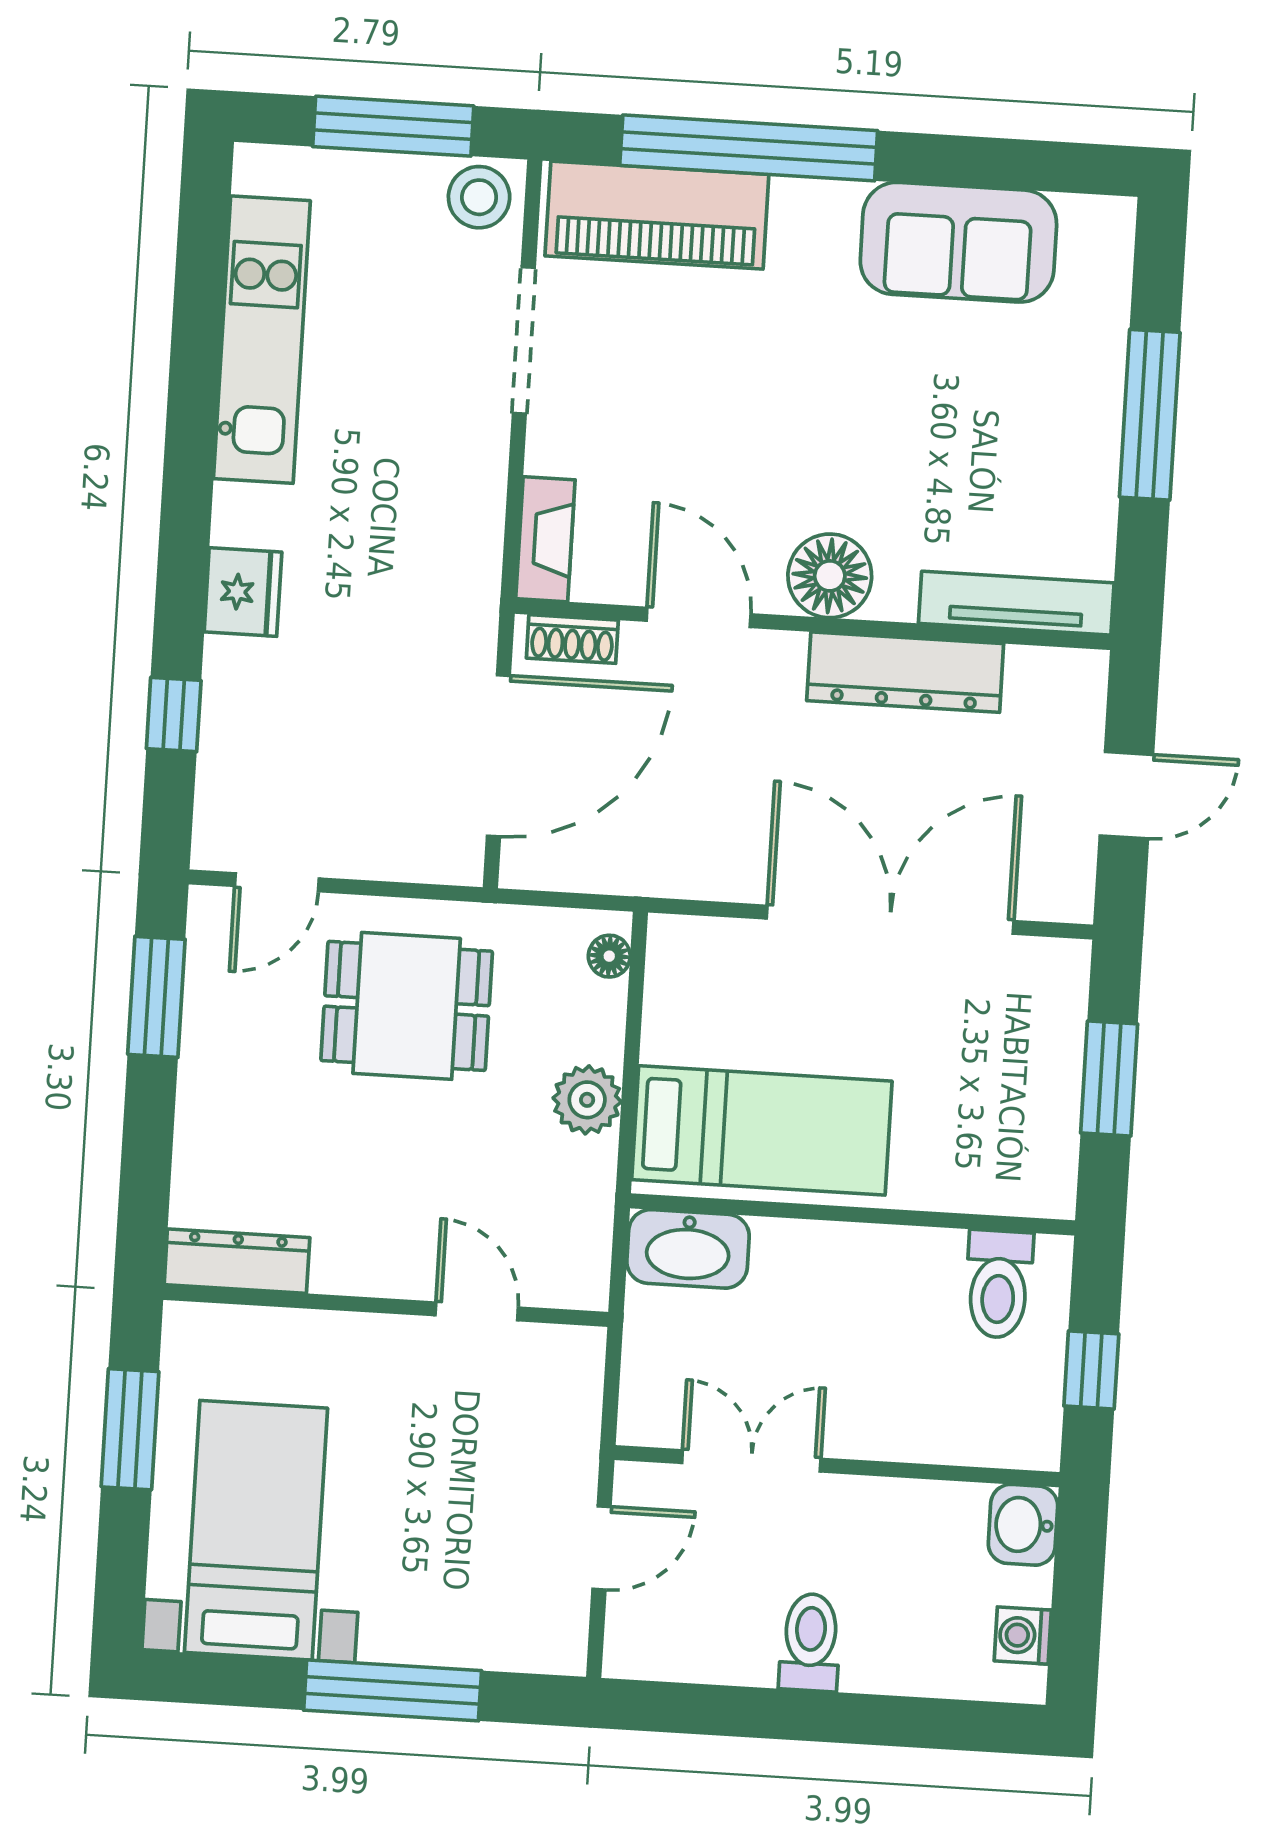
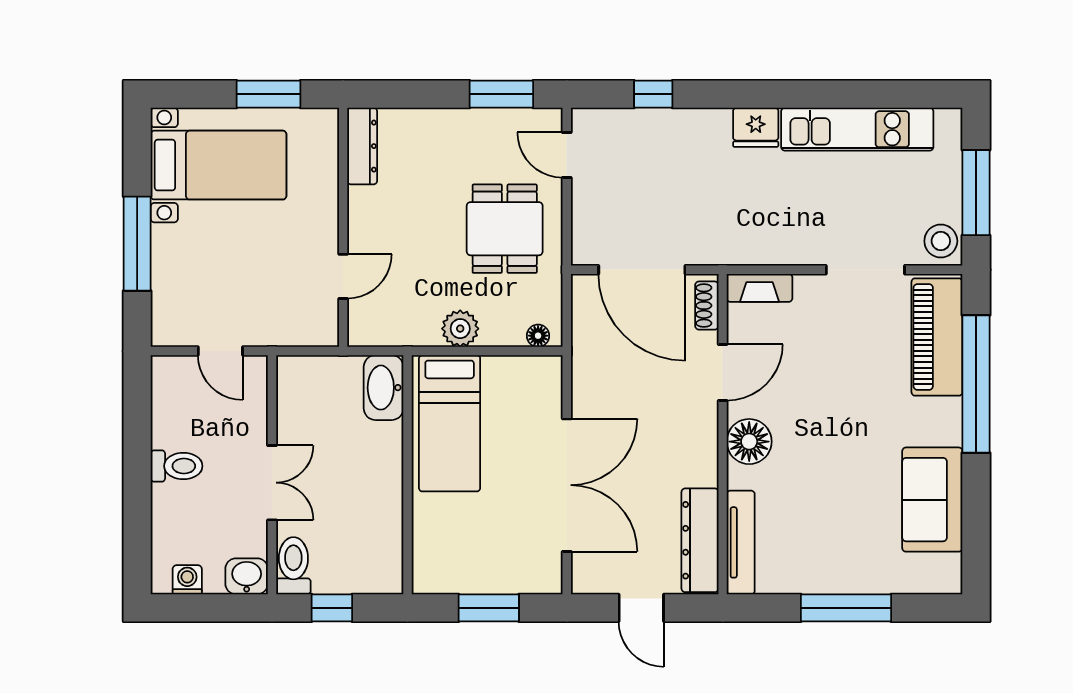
fridge: (243, 592) -> (756, 127), moved
dresser: (905, 672) -> (700, 540), moved
toilet: (999, 1284) -> (293, 566), moved, turned 90
double door: (751, 1461) -> (272, 483), moved

